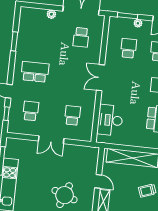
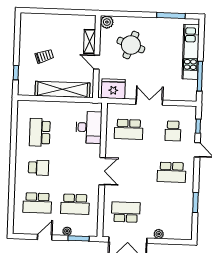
school desk: (81, 37) -> (126, 212), width x1.85
school desk: (129, 48) -> (75, 204), width x1.85
school desk: (73, 115) -> (129, 129), width x1.85
fridge: (84, 155) -> (113, 89), added

